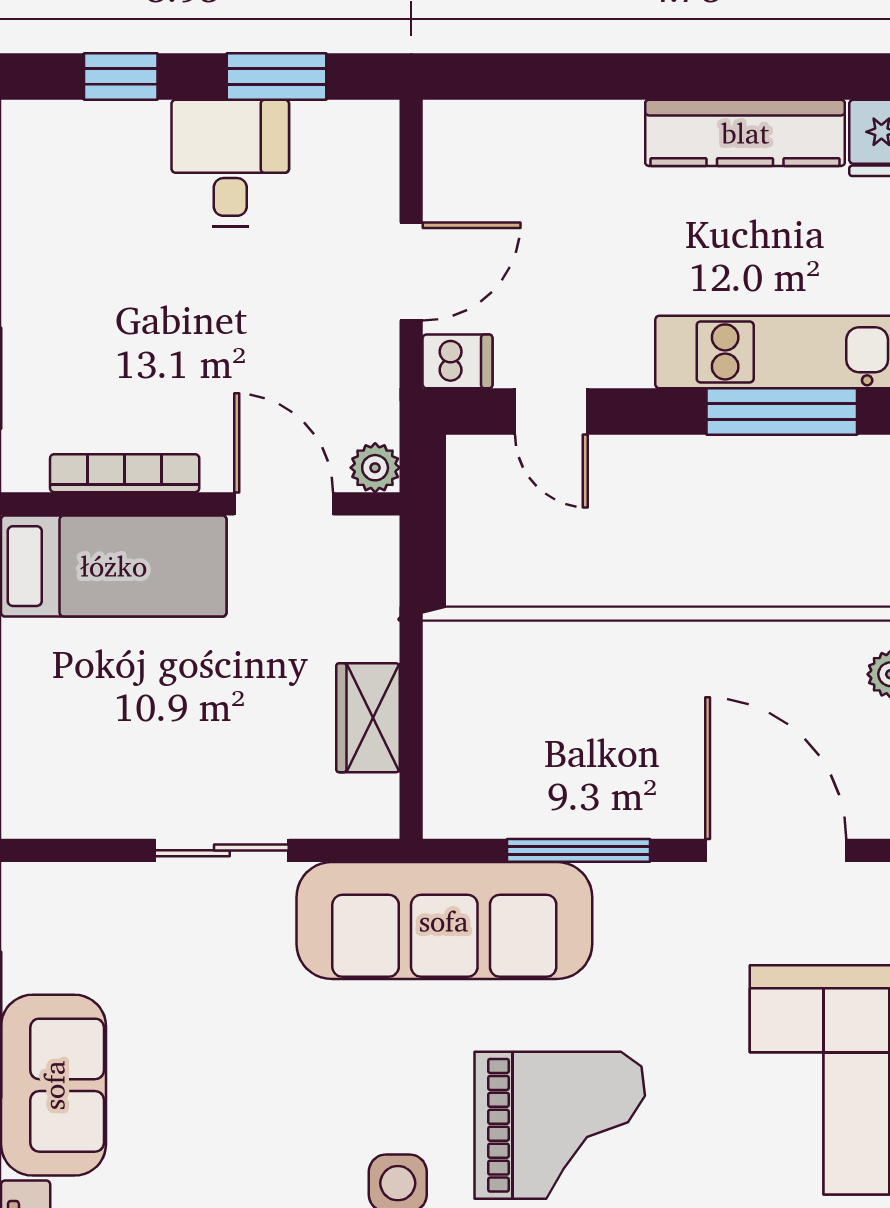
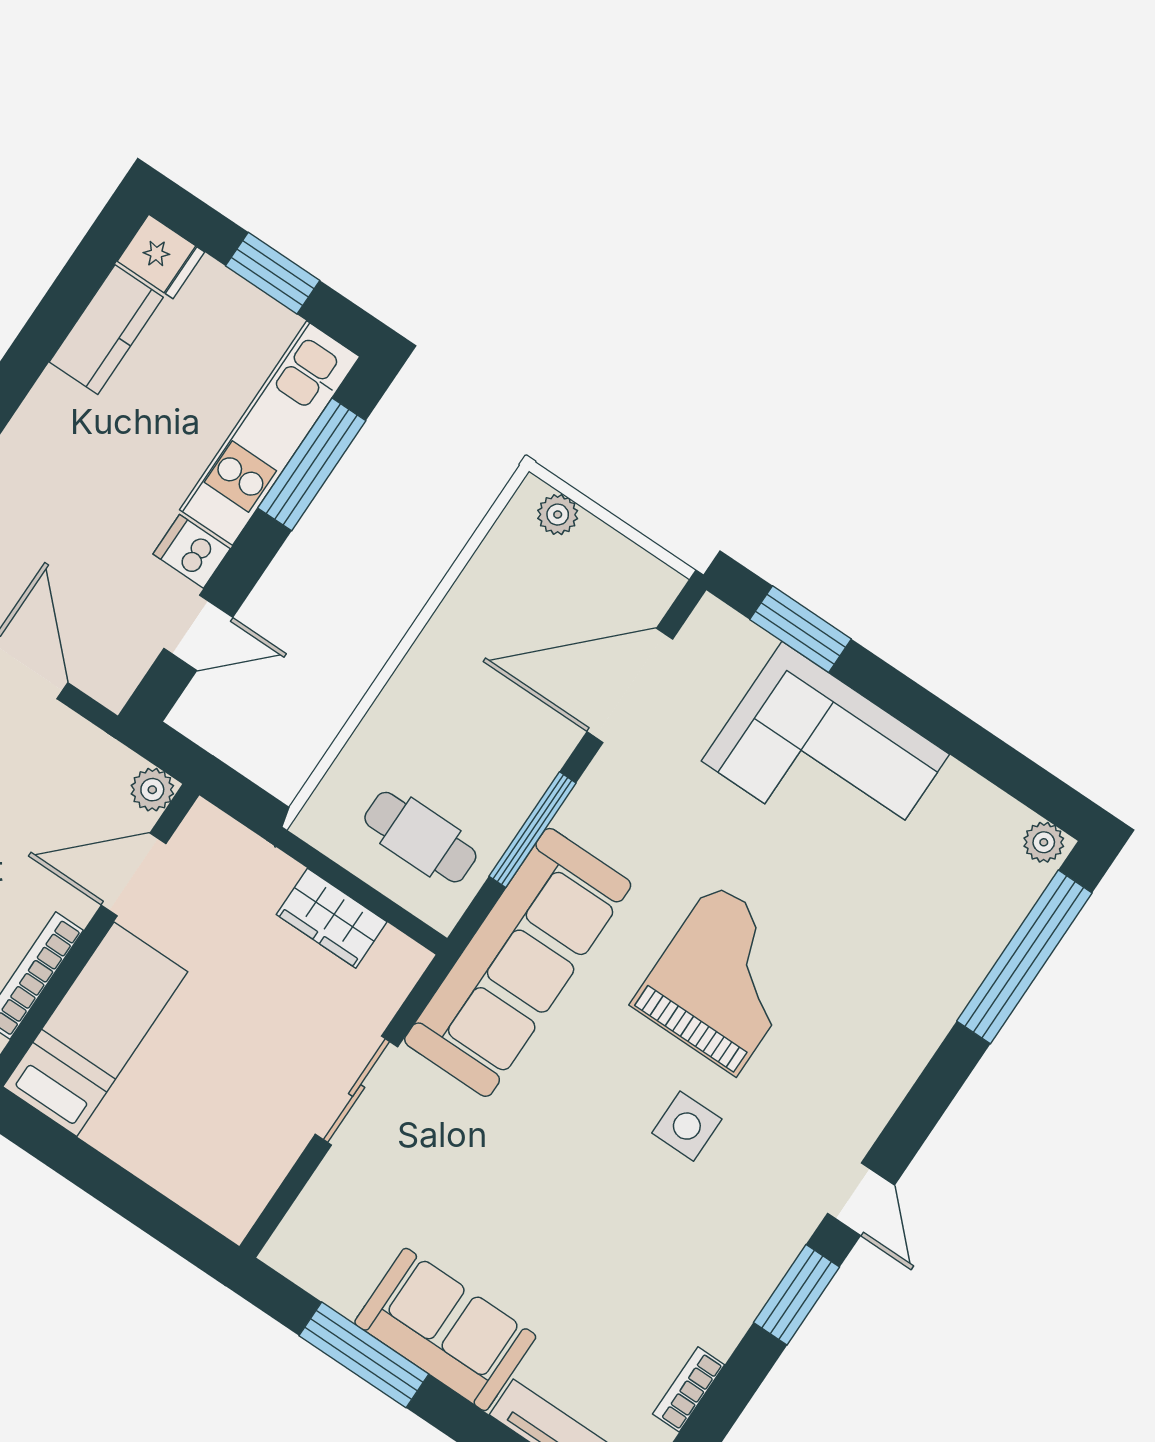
kitchen counter: (745, 133) -> (106, 330), width x0.67
dishwasher: (458, 361) -> (192, 551), moved, turned -90
cafe table: (500, 750) -> (420, 837), added

